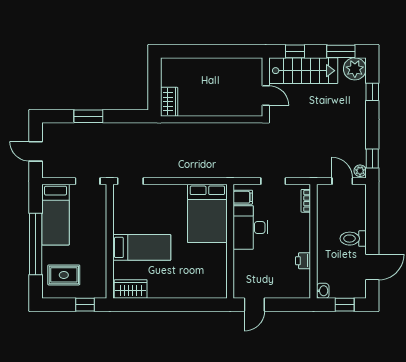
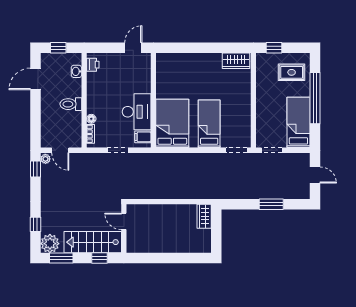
floor lamp: (305, 219) -> (91, 119), added
toilet: (353, 239) -> (71, 104), moved, turned 180
bed: (142, 247) -> (209, 124), moved, turned 90
printer: (303, 261) -> (93, 65), moved
washbasin: (323, 291) -> (76, 71), moved

